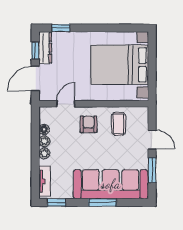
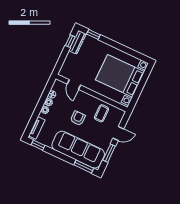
door: (35, 79) -> (62, 59), removed
door: (66, 104) -> (74, 84), swing flipped
armchair: (89, 124) -> (78, 118), moved
door: (152, 140) -> (118, 134), hinge flipped
window: (102, 203) -> (84, 167), moved

